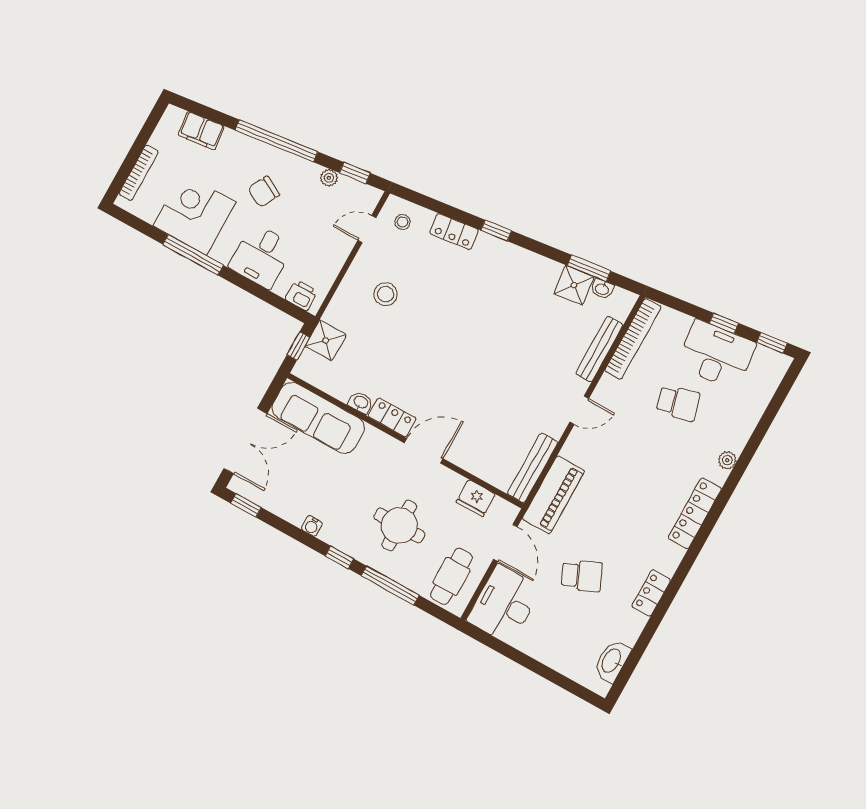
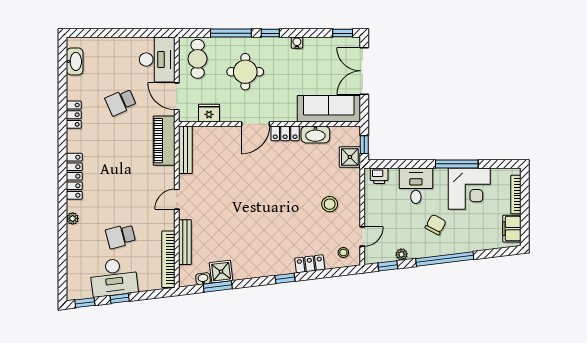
filing cabinet: (201, 131) -> (512, 229), moved, turned -83
washbasin: (361, 403) -> (315, 134), width x1.91, depth x1.45

